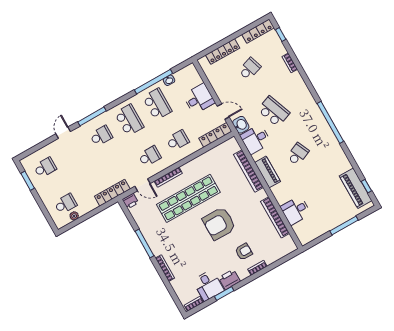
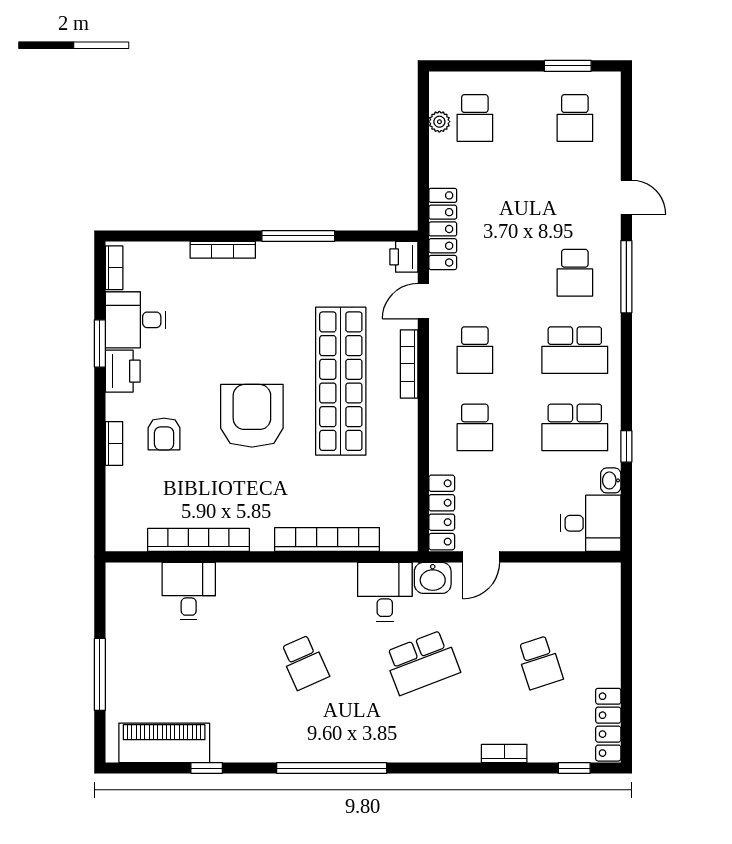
locker: (223, 51) -> (608, 627), removed
window: (153, 82) -> (626, 446), width x0.32
desk: (199, 99) -> (591, 523), moved, turned -90
piano: (268, 172) -> (302, 578), removed
window: (366, 186) -> (207, 768), moved

